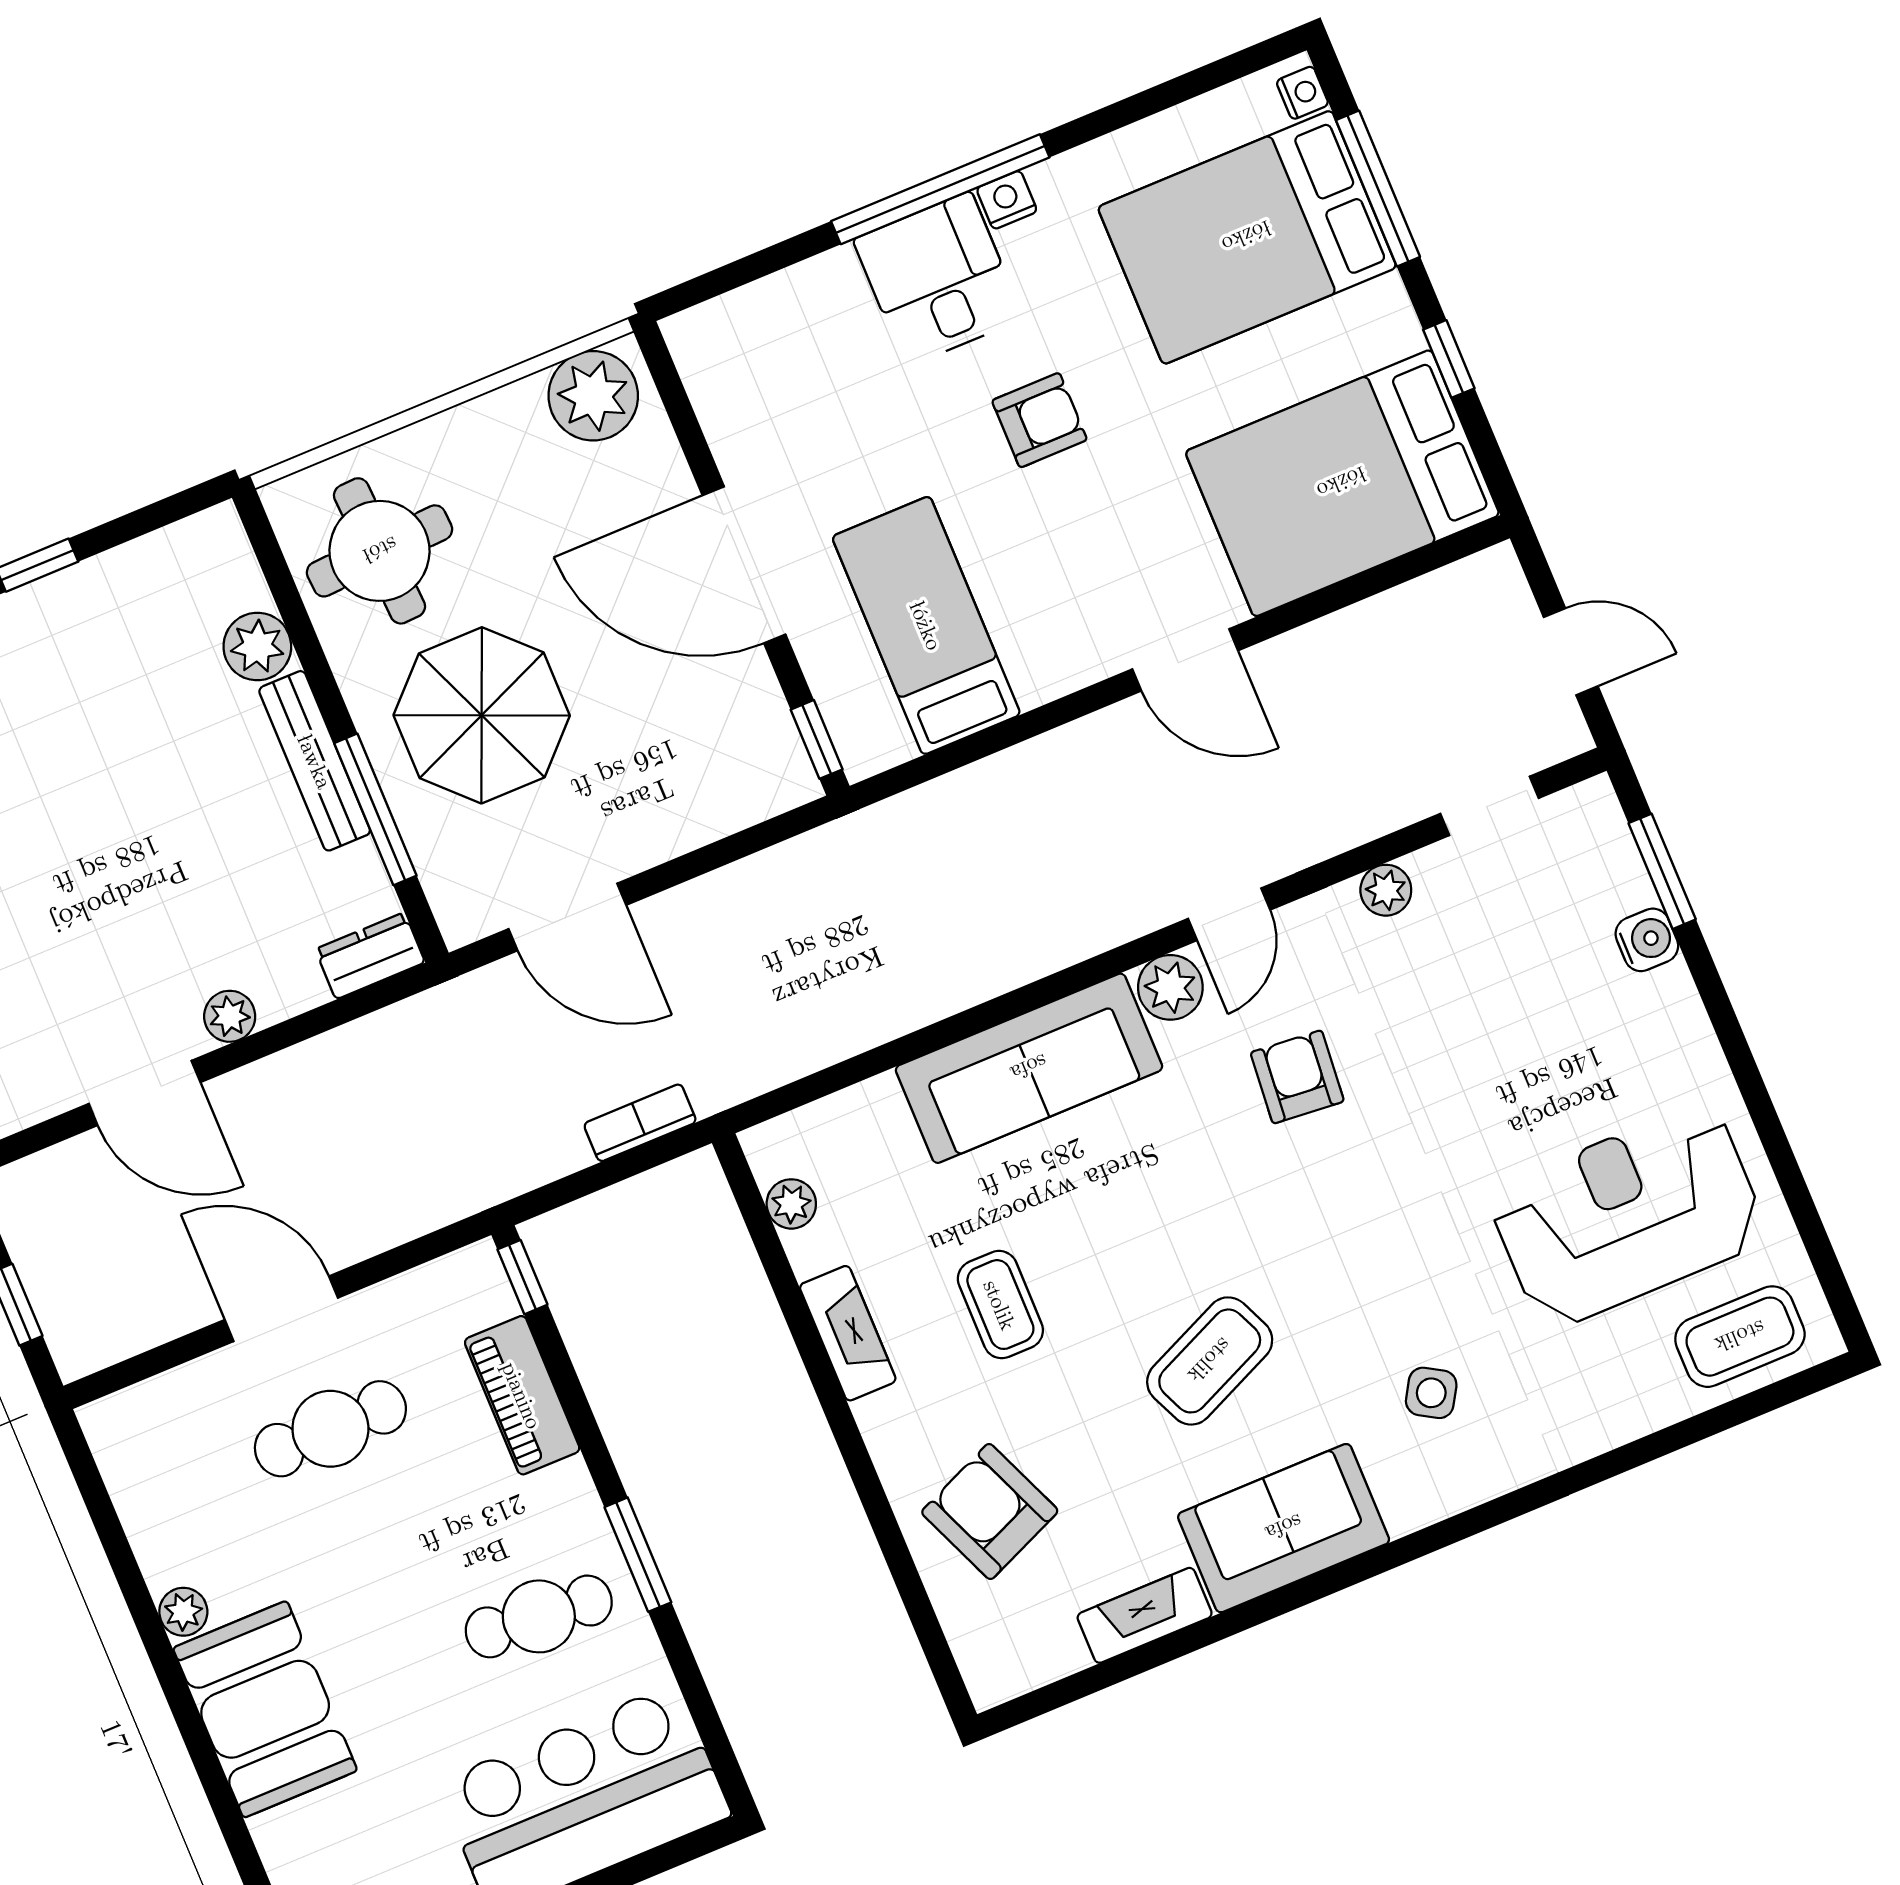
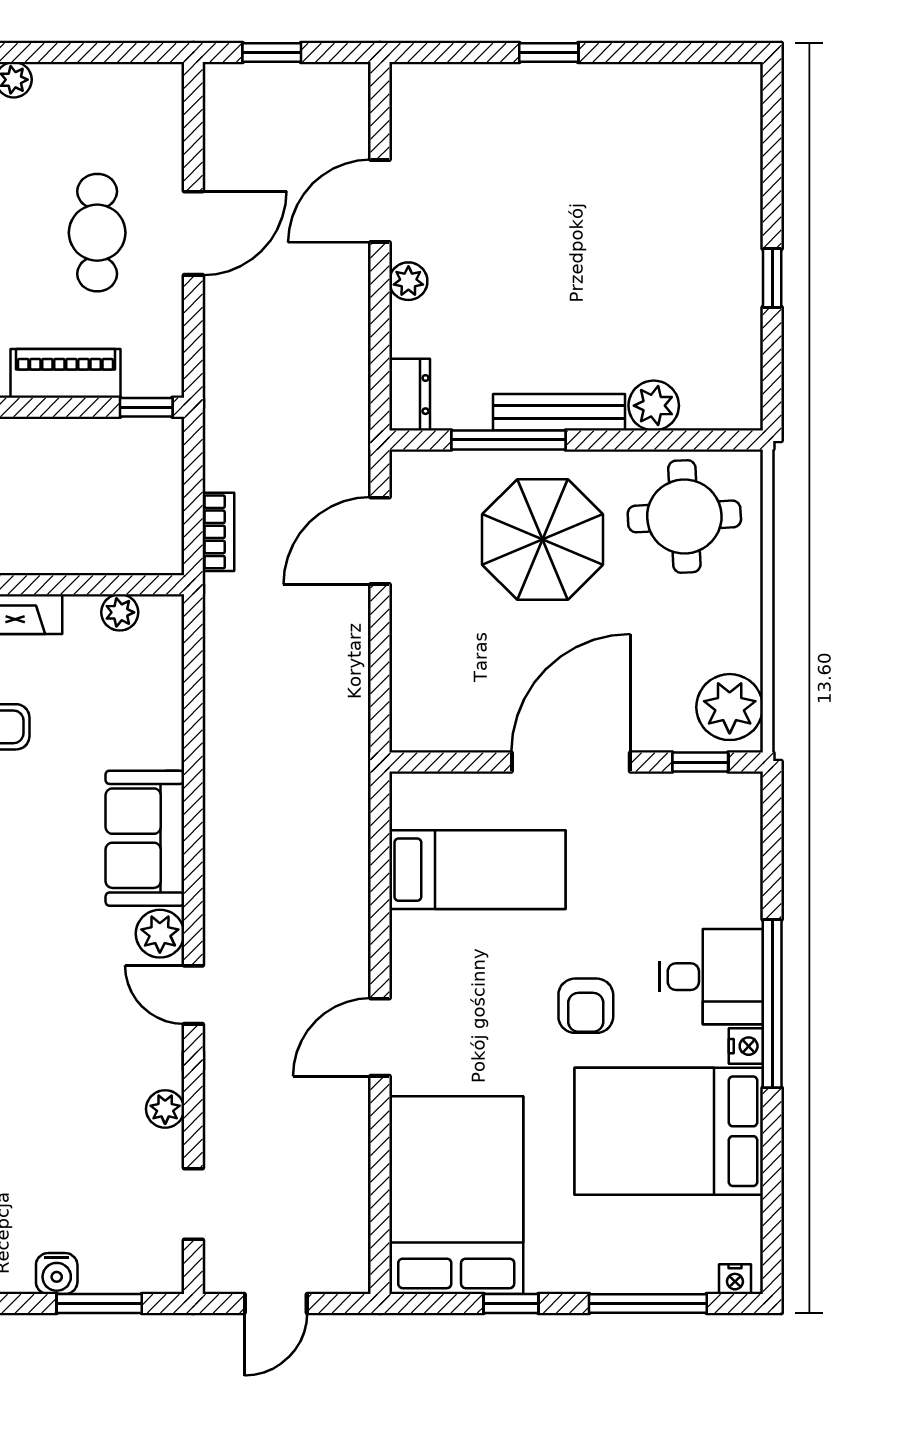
bed: (1247, 237) -> (669, 1131), moved, turned -90
window: (817, 739) -> (700, 762), moved
sofa: (1029, 1068) -> (145, 838), width x0.73
armchair: (1297, 1077) -> (62, 995), removed

